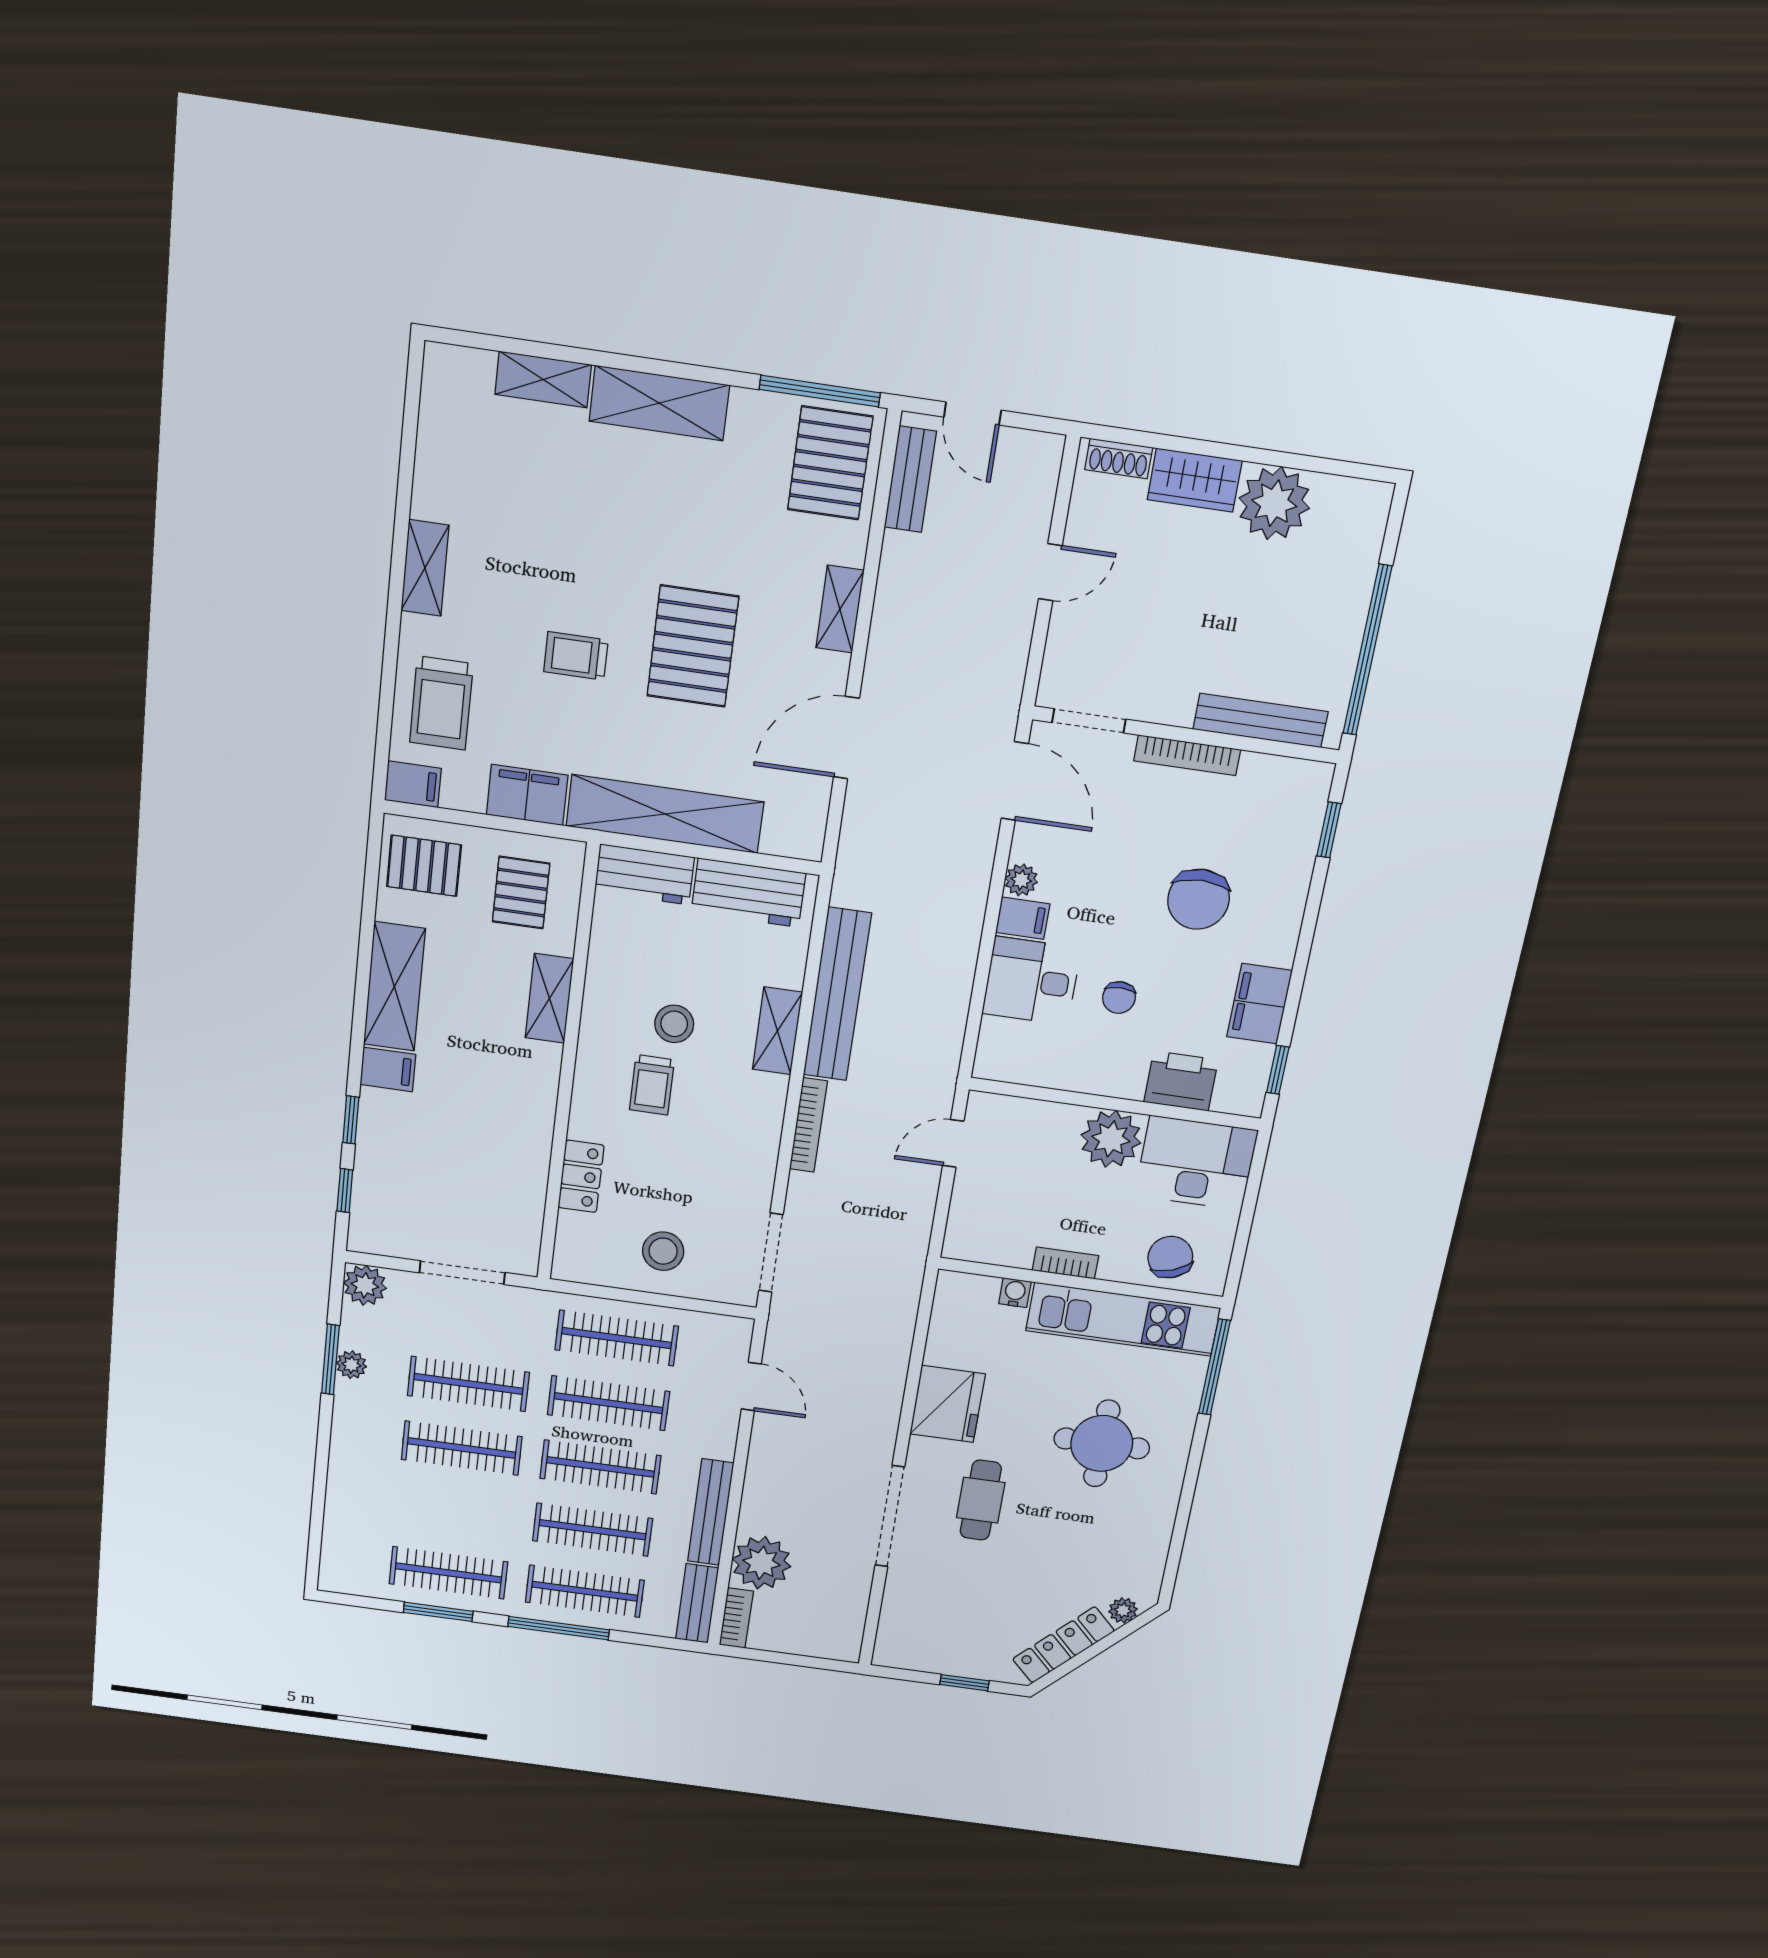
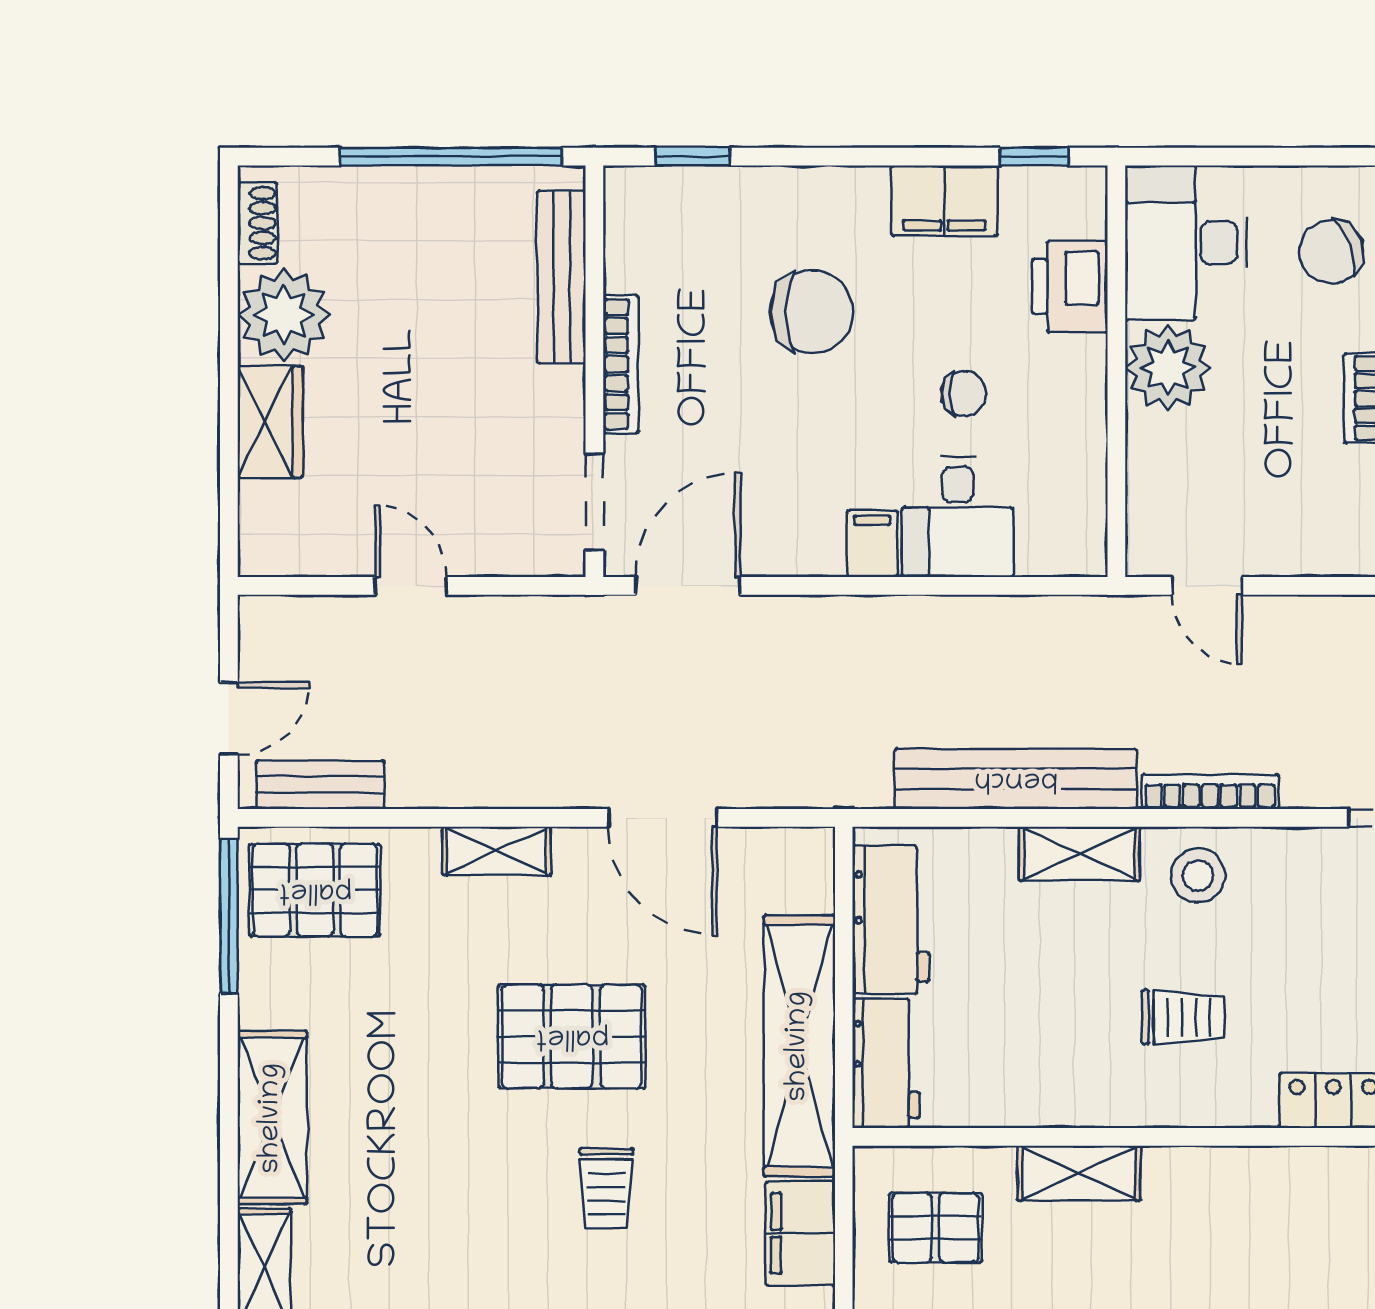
shoe rack: (1119, 459) -> (257, 223), moved
plant: (1021, 880) -> (820, 555), removed
stool: (674, 1024) -> (1198, 876), moved

